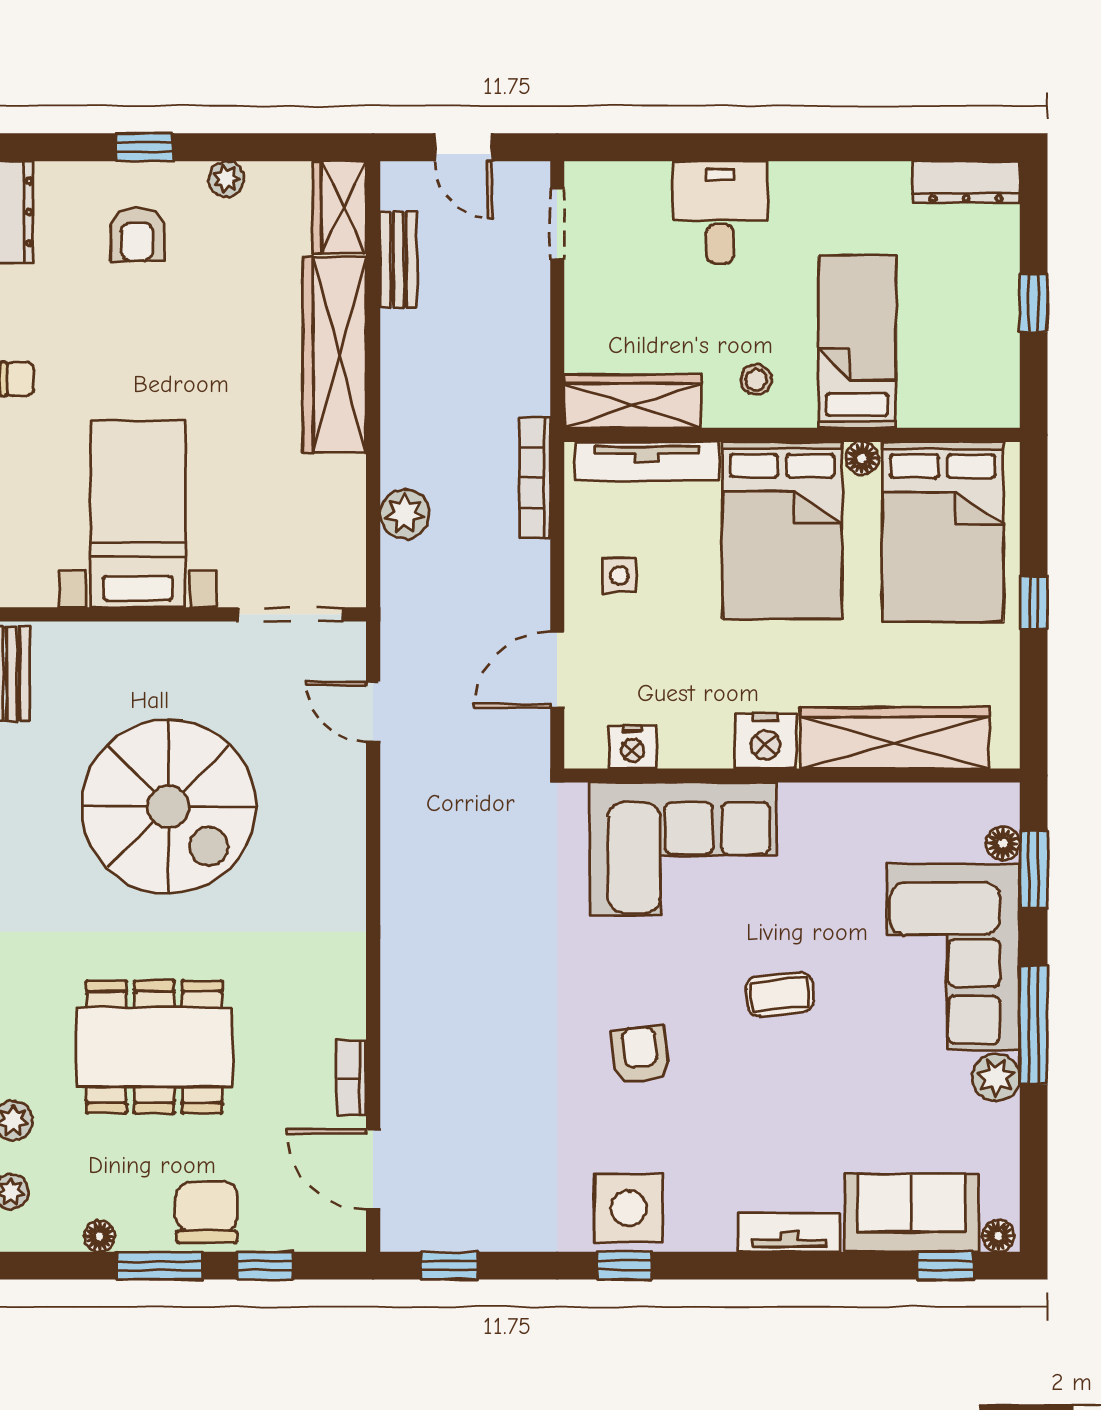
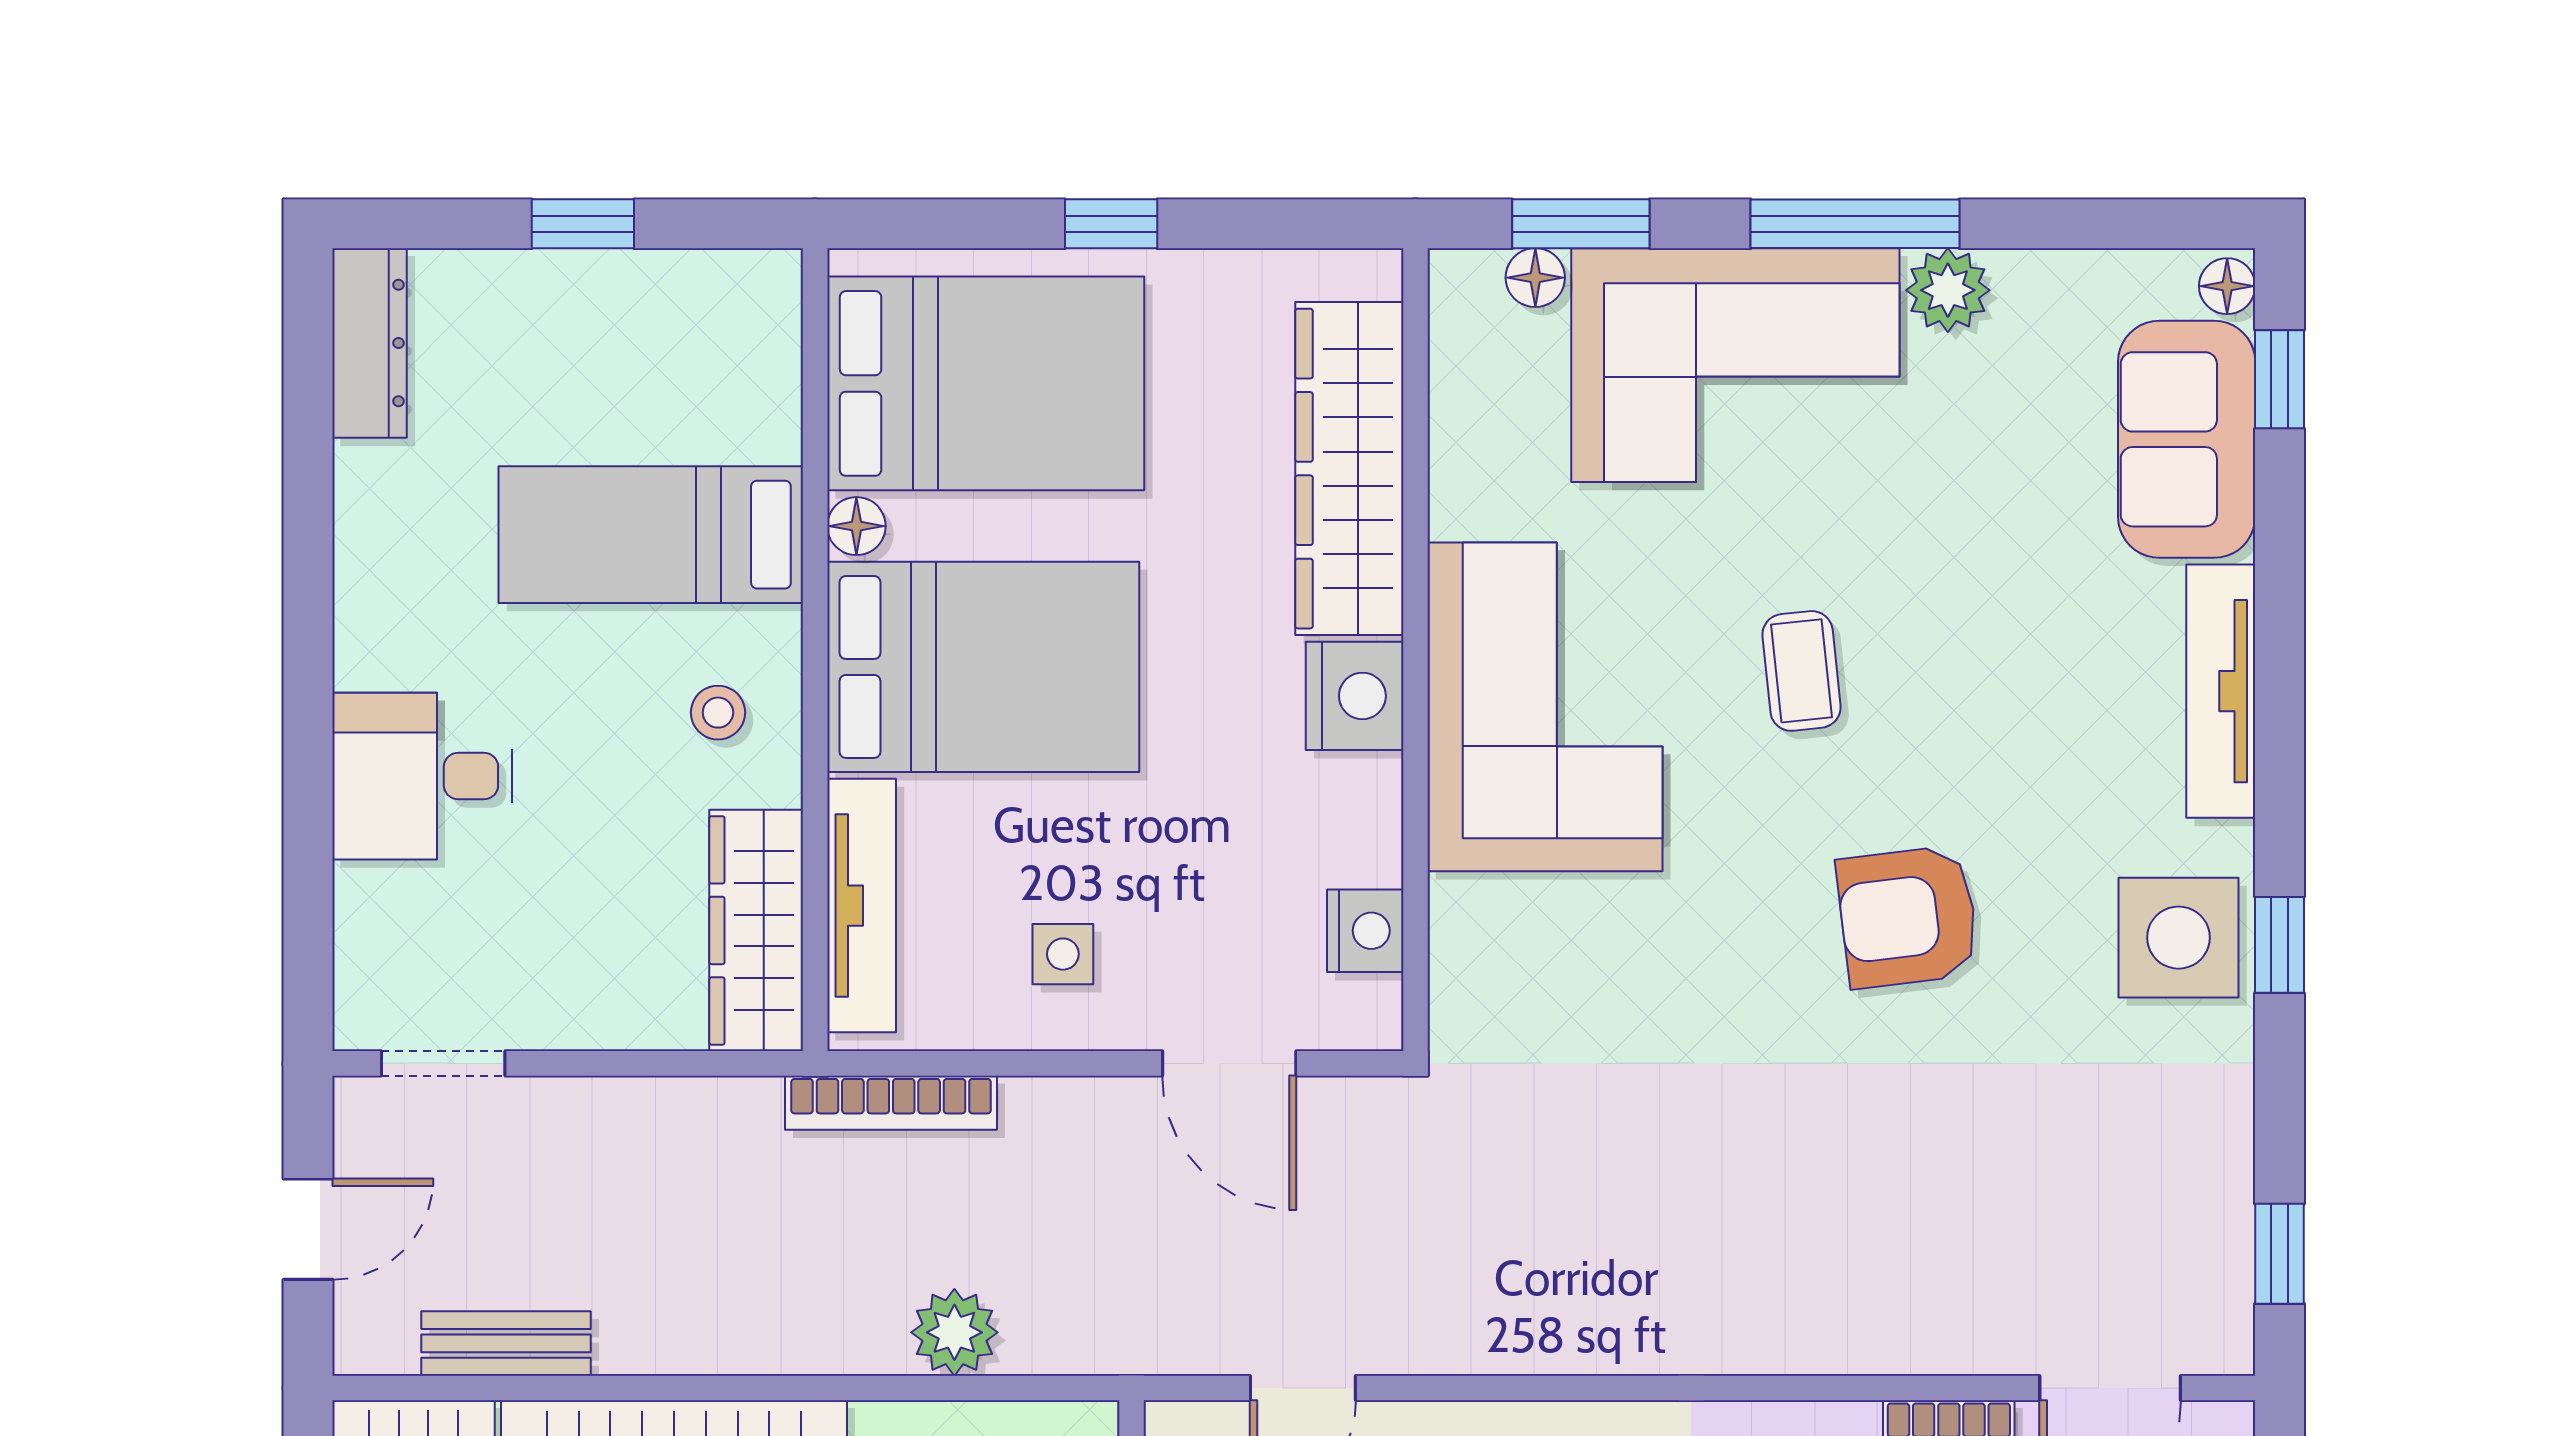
corner sofa: (683, 849) -> (1545, 707), moved
armchair: (640, 1055) -> (1908, 917), width x1.38, depth x1.38
tv unit: (789, 1232) -> (2221, 691), width x1.41

